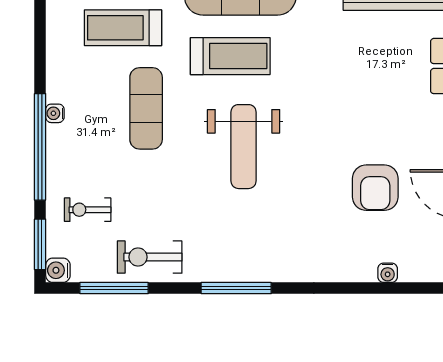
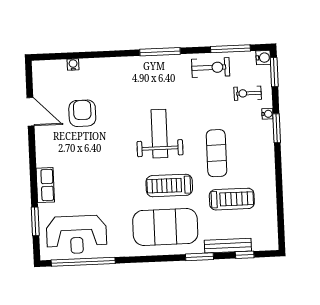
water cooler: (55, 113) -> (267, 114), moved
window: (40, 147) -> (277, 128), width x0.47
exercise bike: (88, 210) -> (248, 93), turned 180

